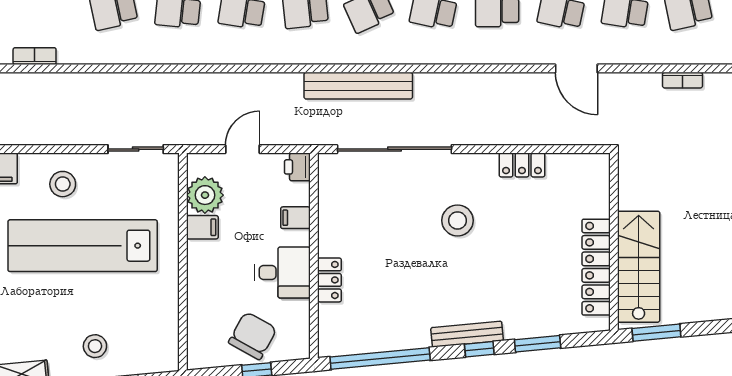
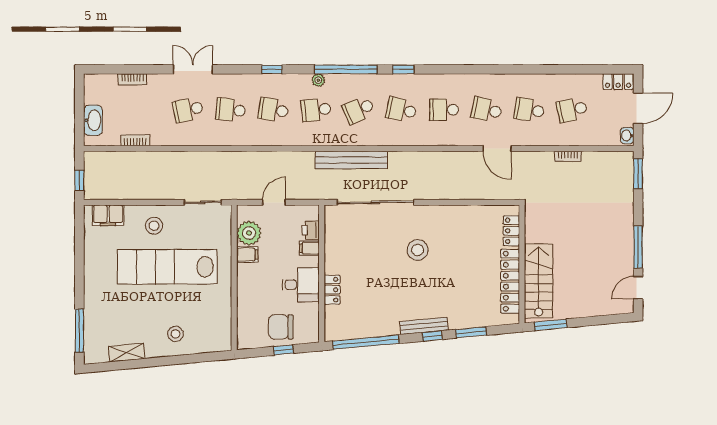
locker: (522, 165) -> (511, 231), moved, turned 90
printer: (297, 167) -> (311, 230), moved
chair: (253, 336) -> (281, 327), turned -119

